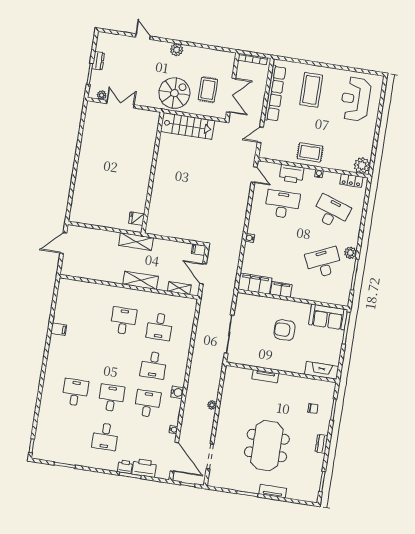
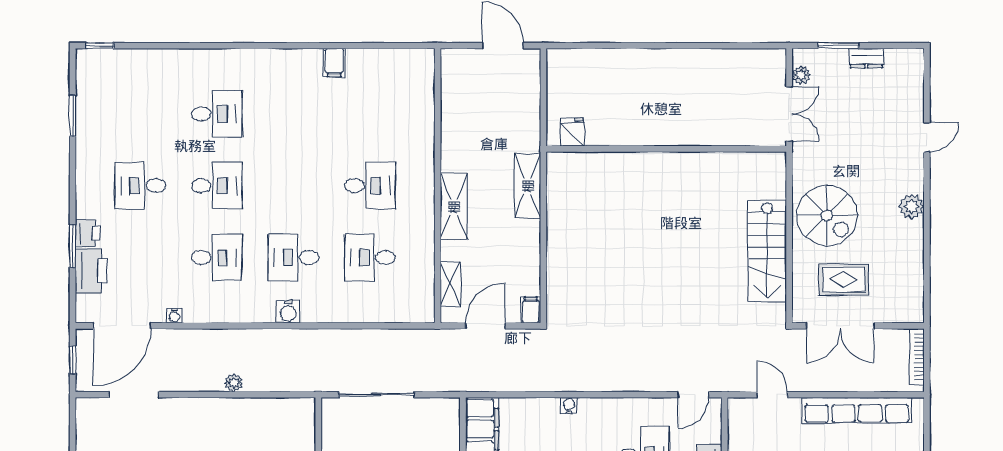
wall: (153, 173) -> (666, 149), moved
fridge: (137, 219) -> (572, 132), moved
water cooler: (177, 392) -> (288, 312), moved

